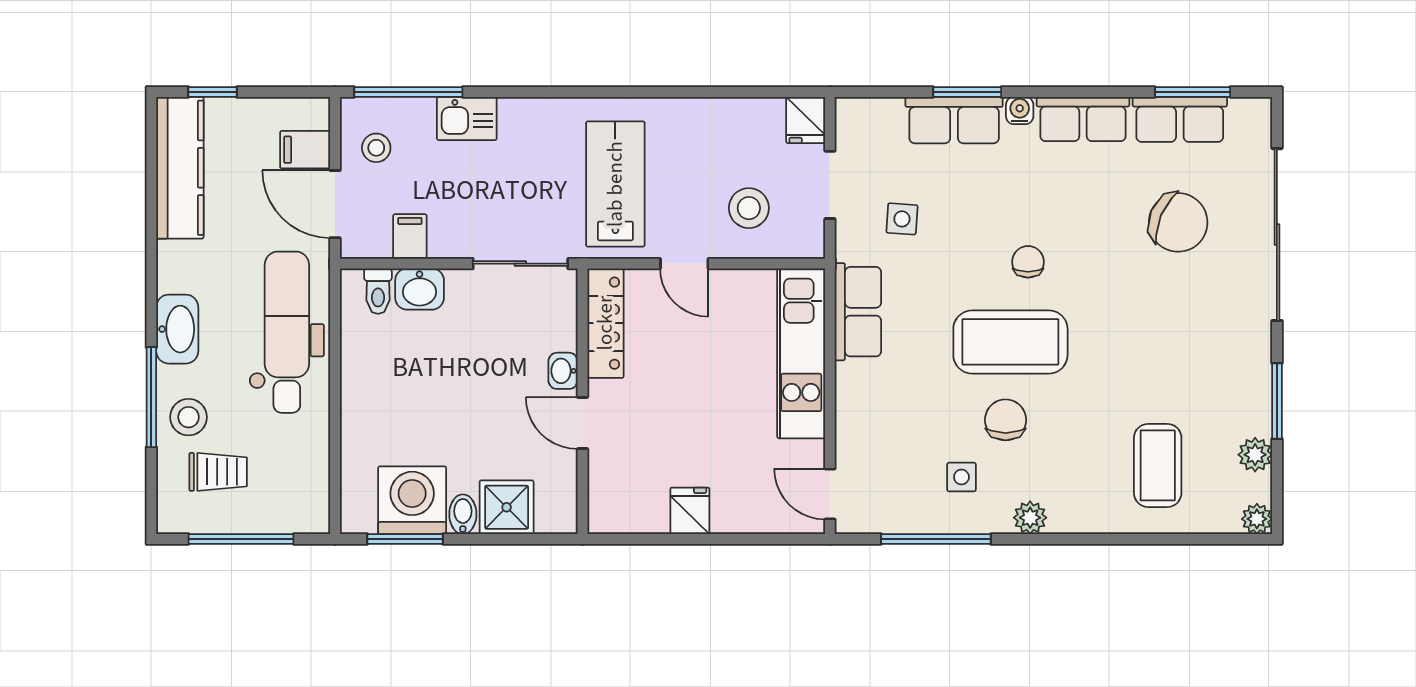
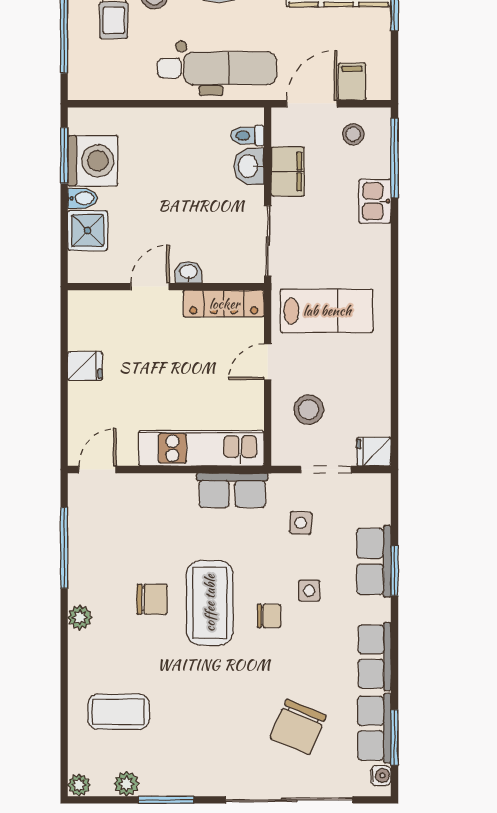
water cooler: (1020, 110) -> (381, 776), moved
filing cabinet: (410, 237) -> (288, 171), width x2.00
side table: (961, 477) -> (309, 591), moved

